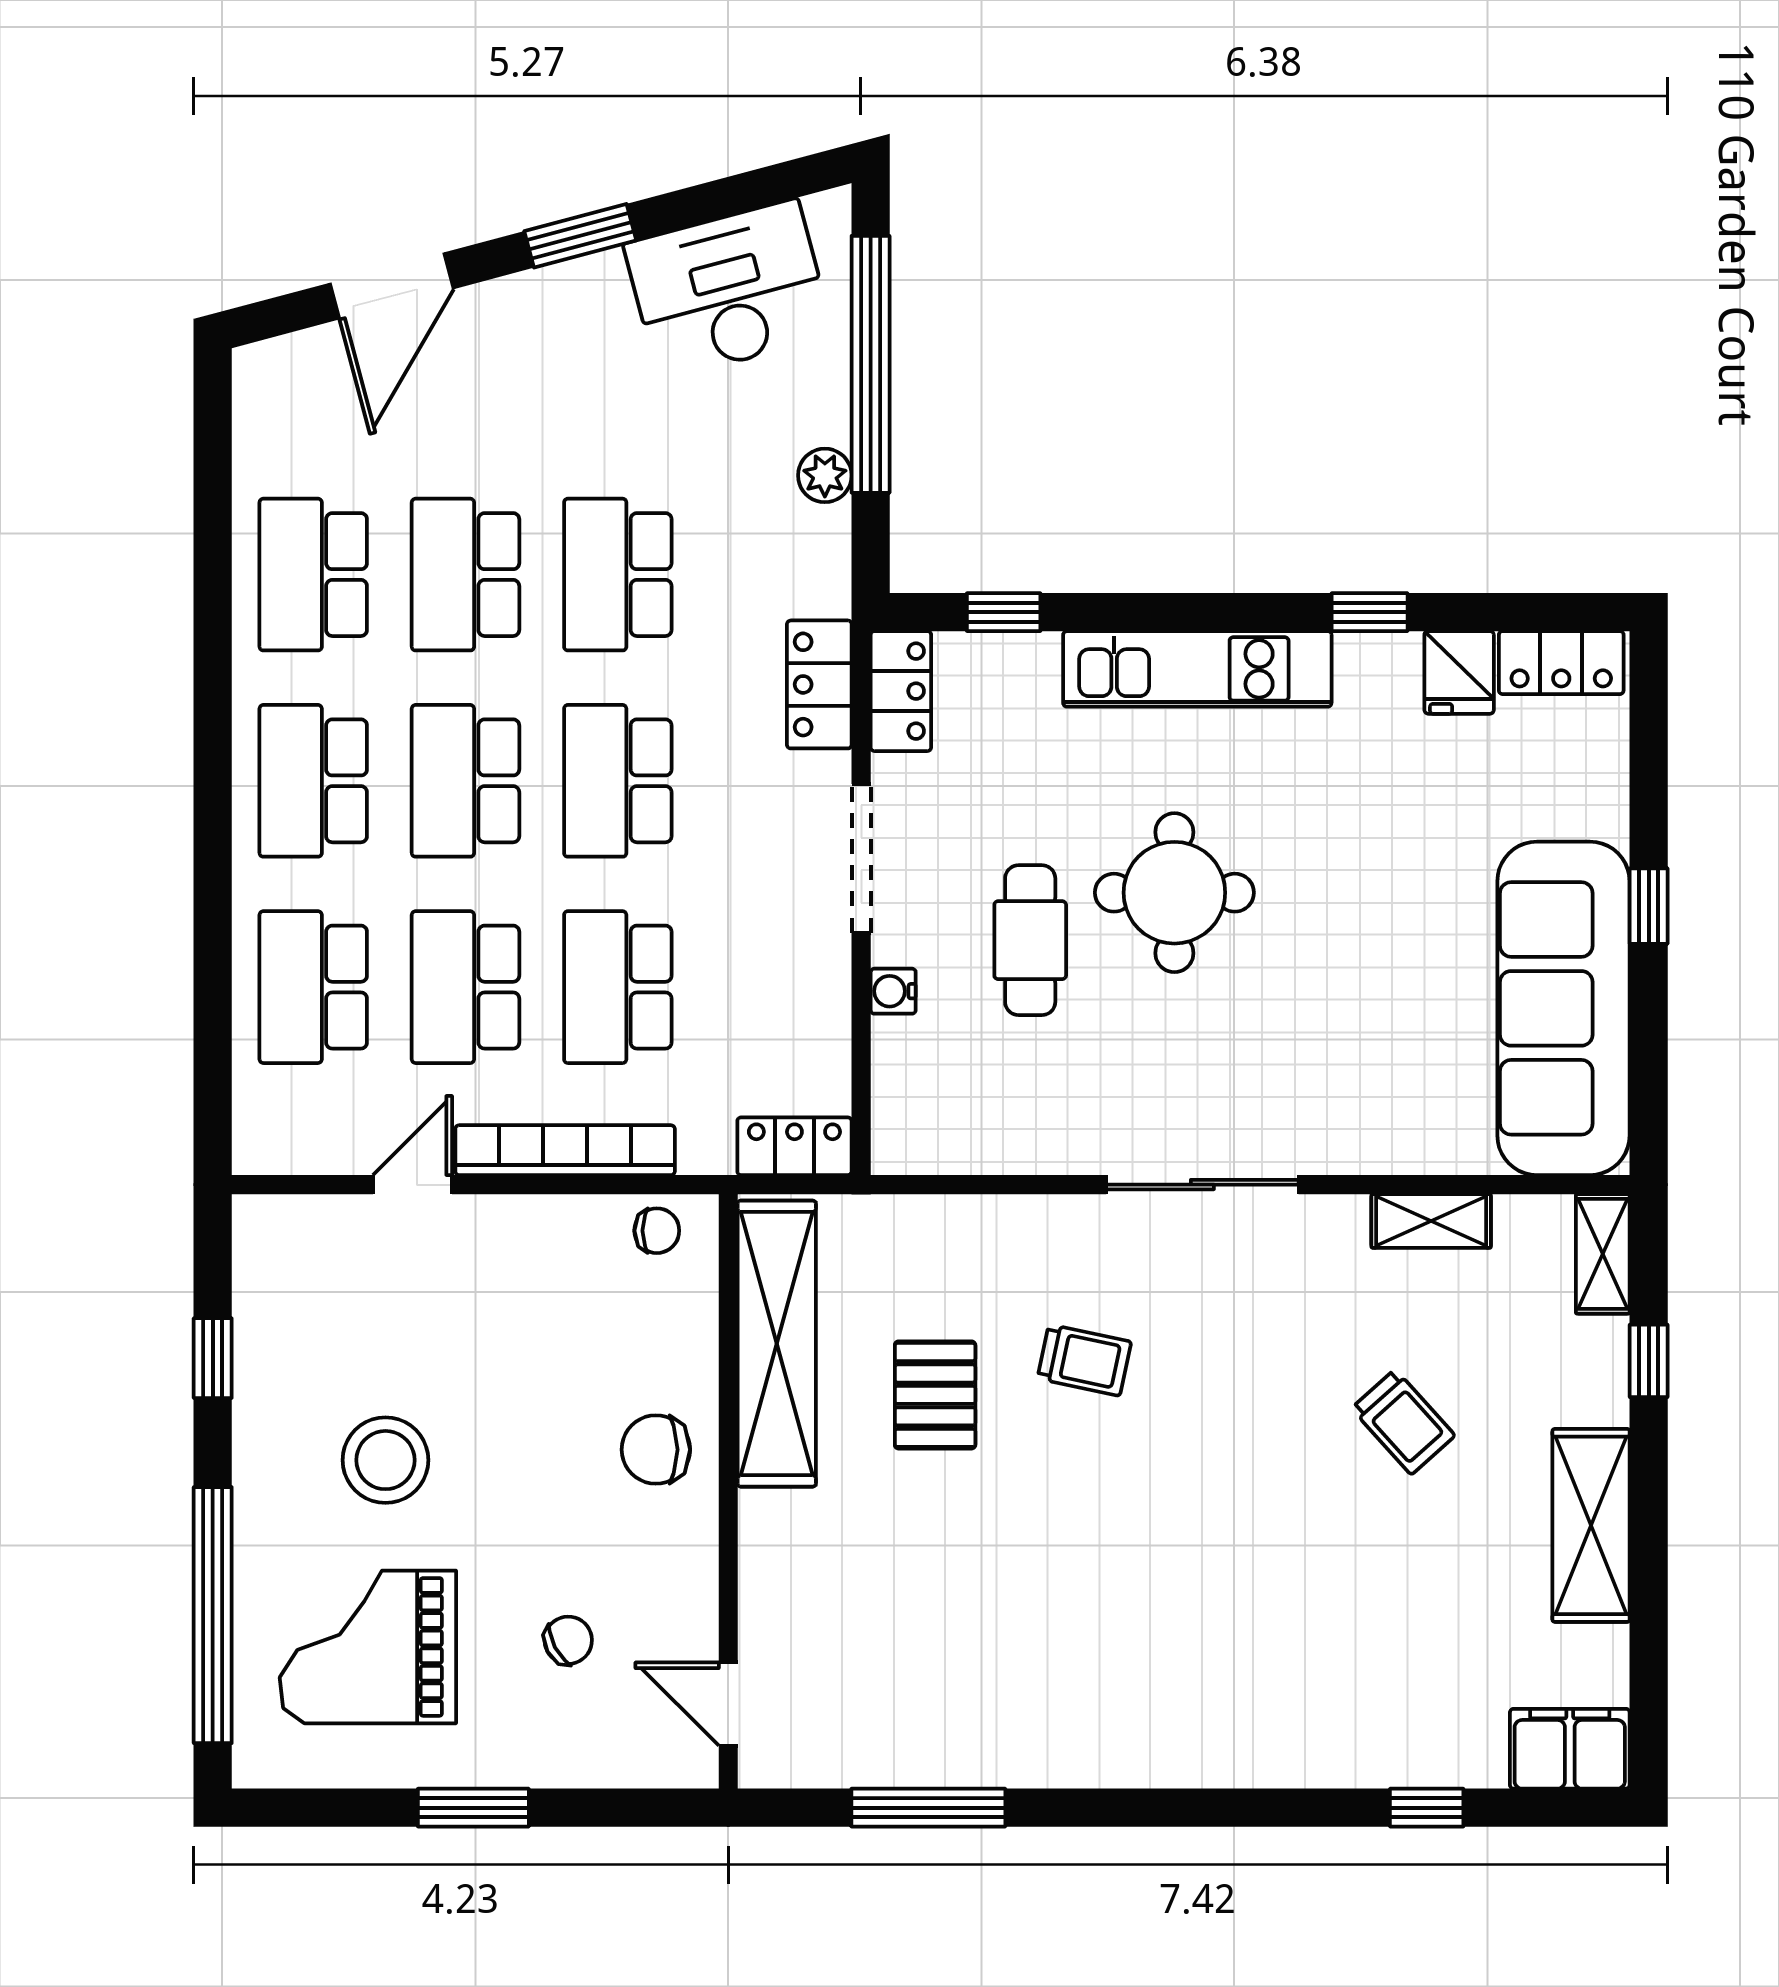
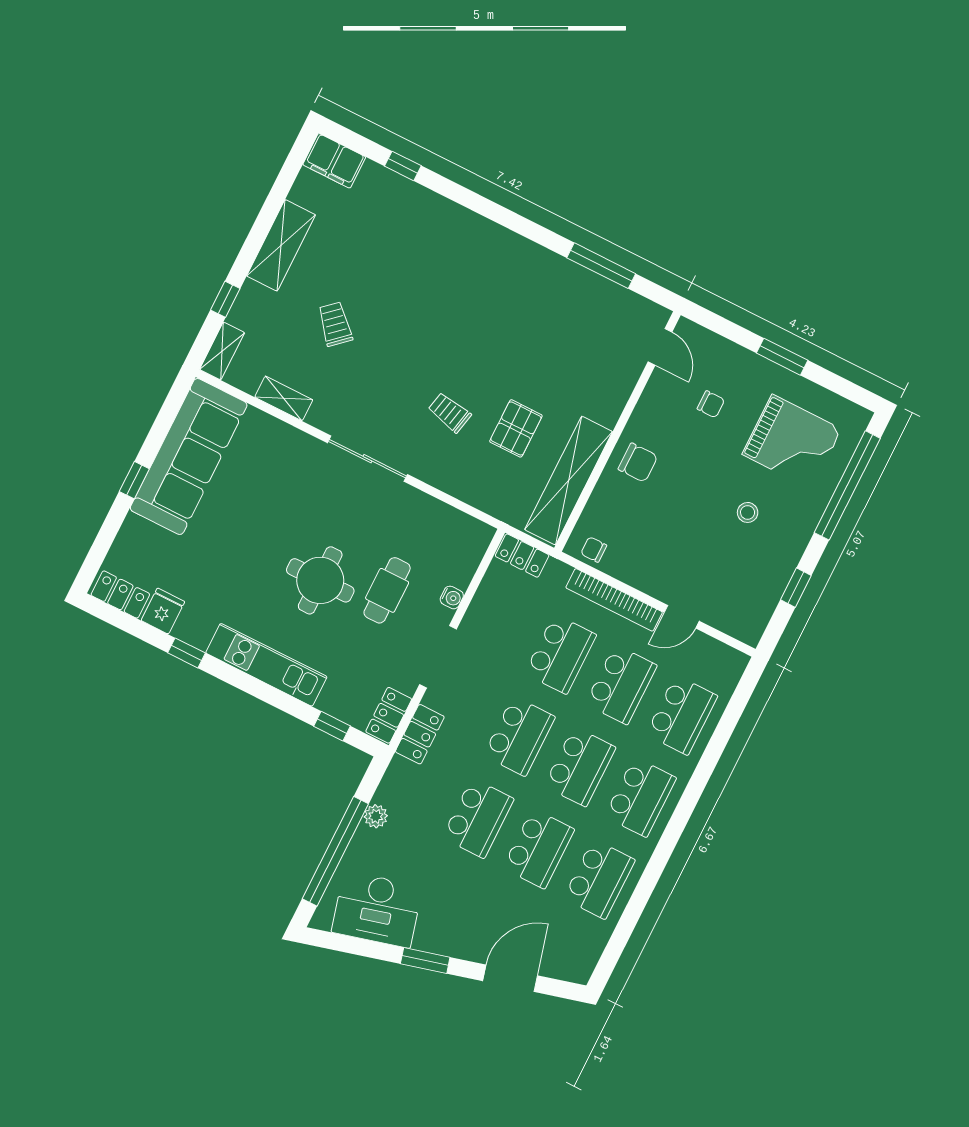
stool: (385, 1460) -> (748, 512), width x0.53, depth x0.53
chair: (568, 1640) -> (711, 404), turned -152

